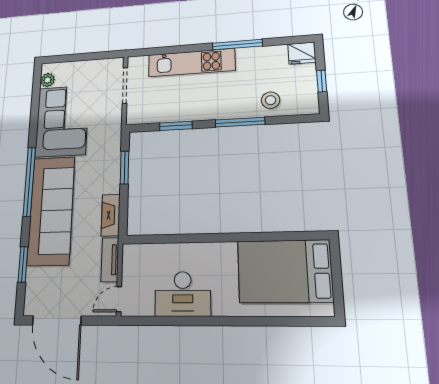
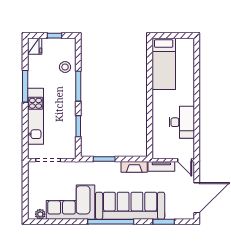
bed: (285, 271) -> (164, 64), width x0.67

